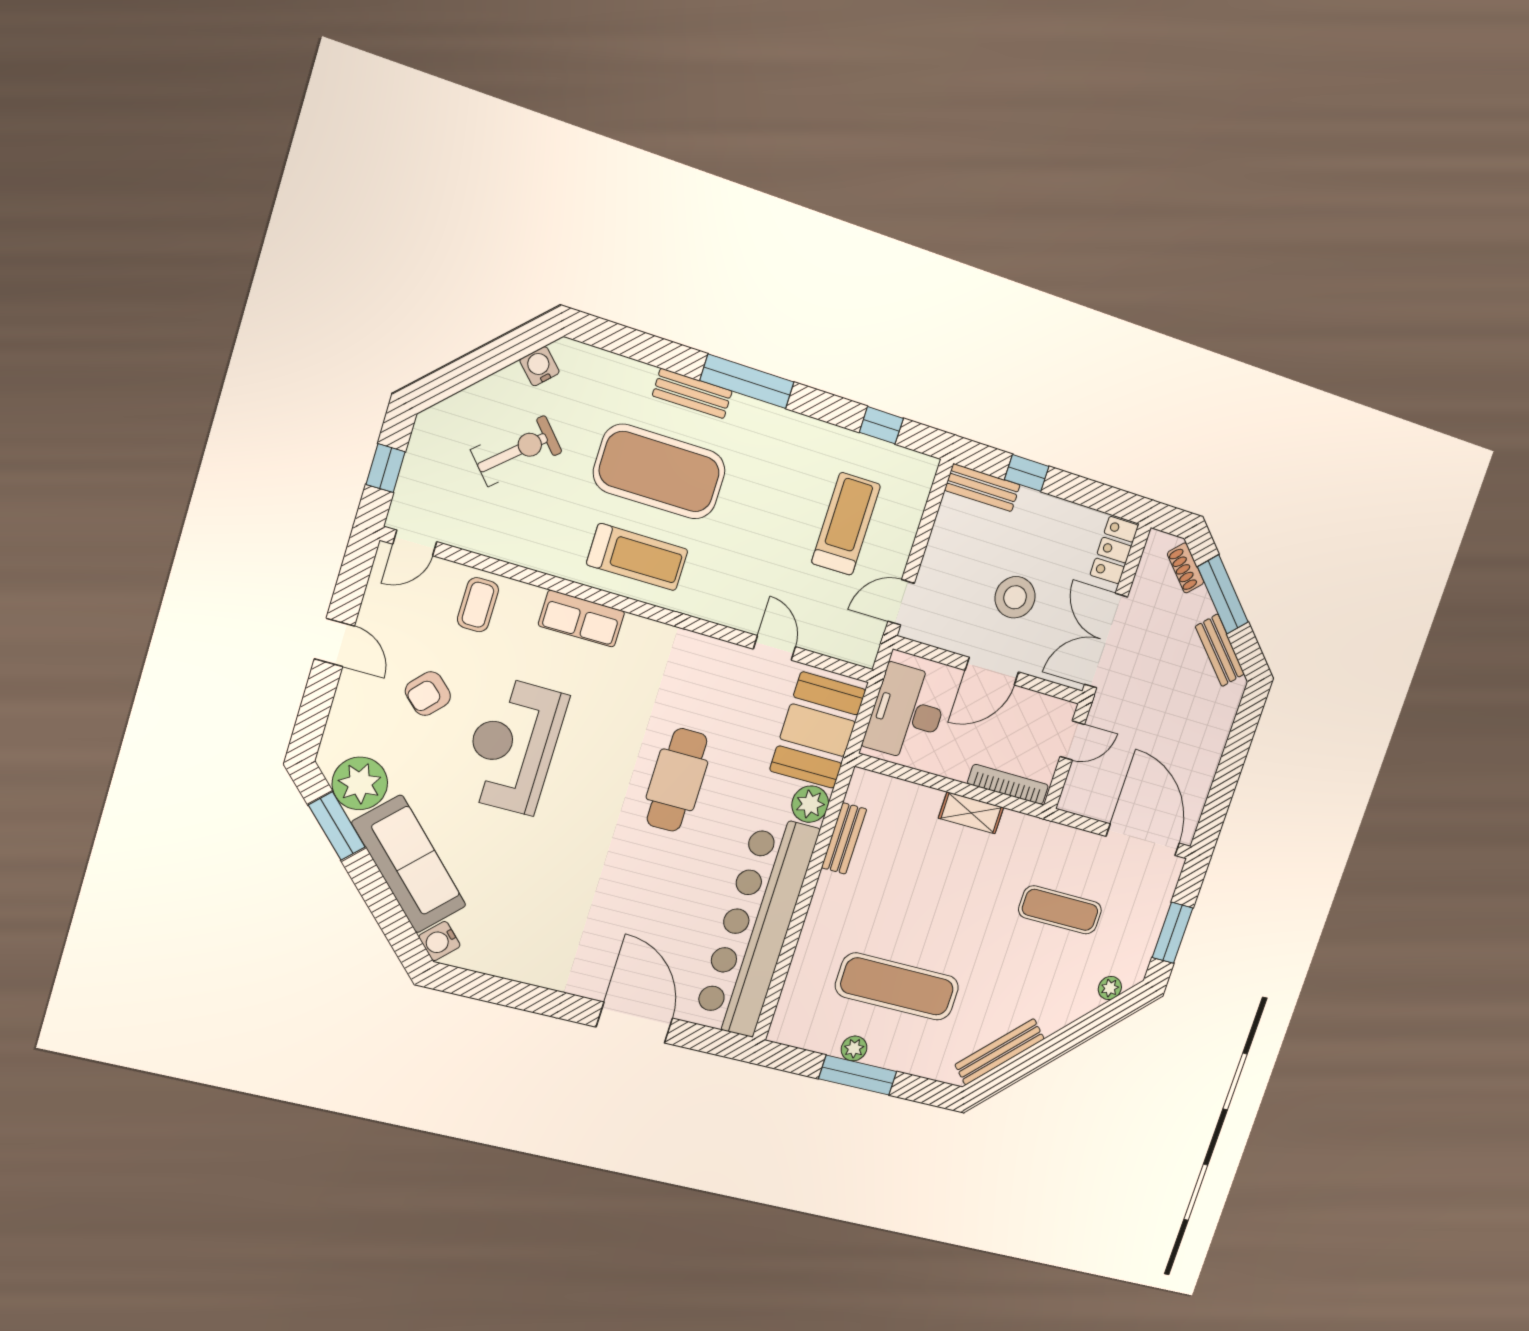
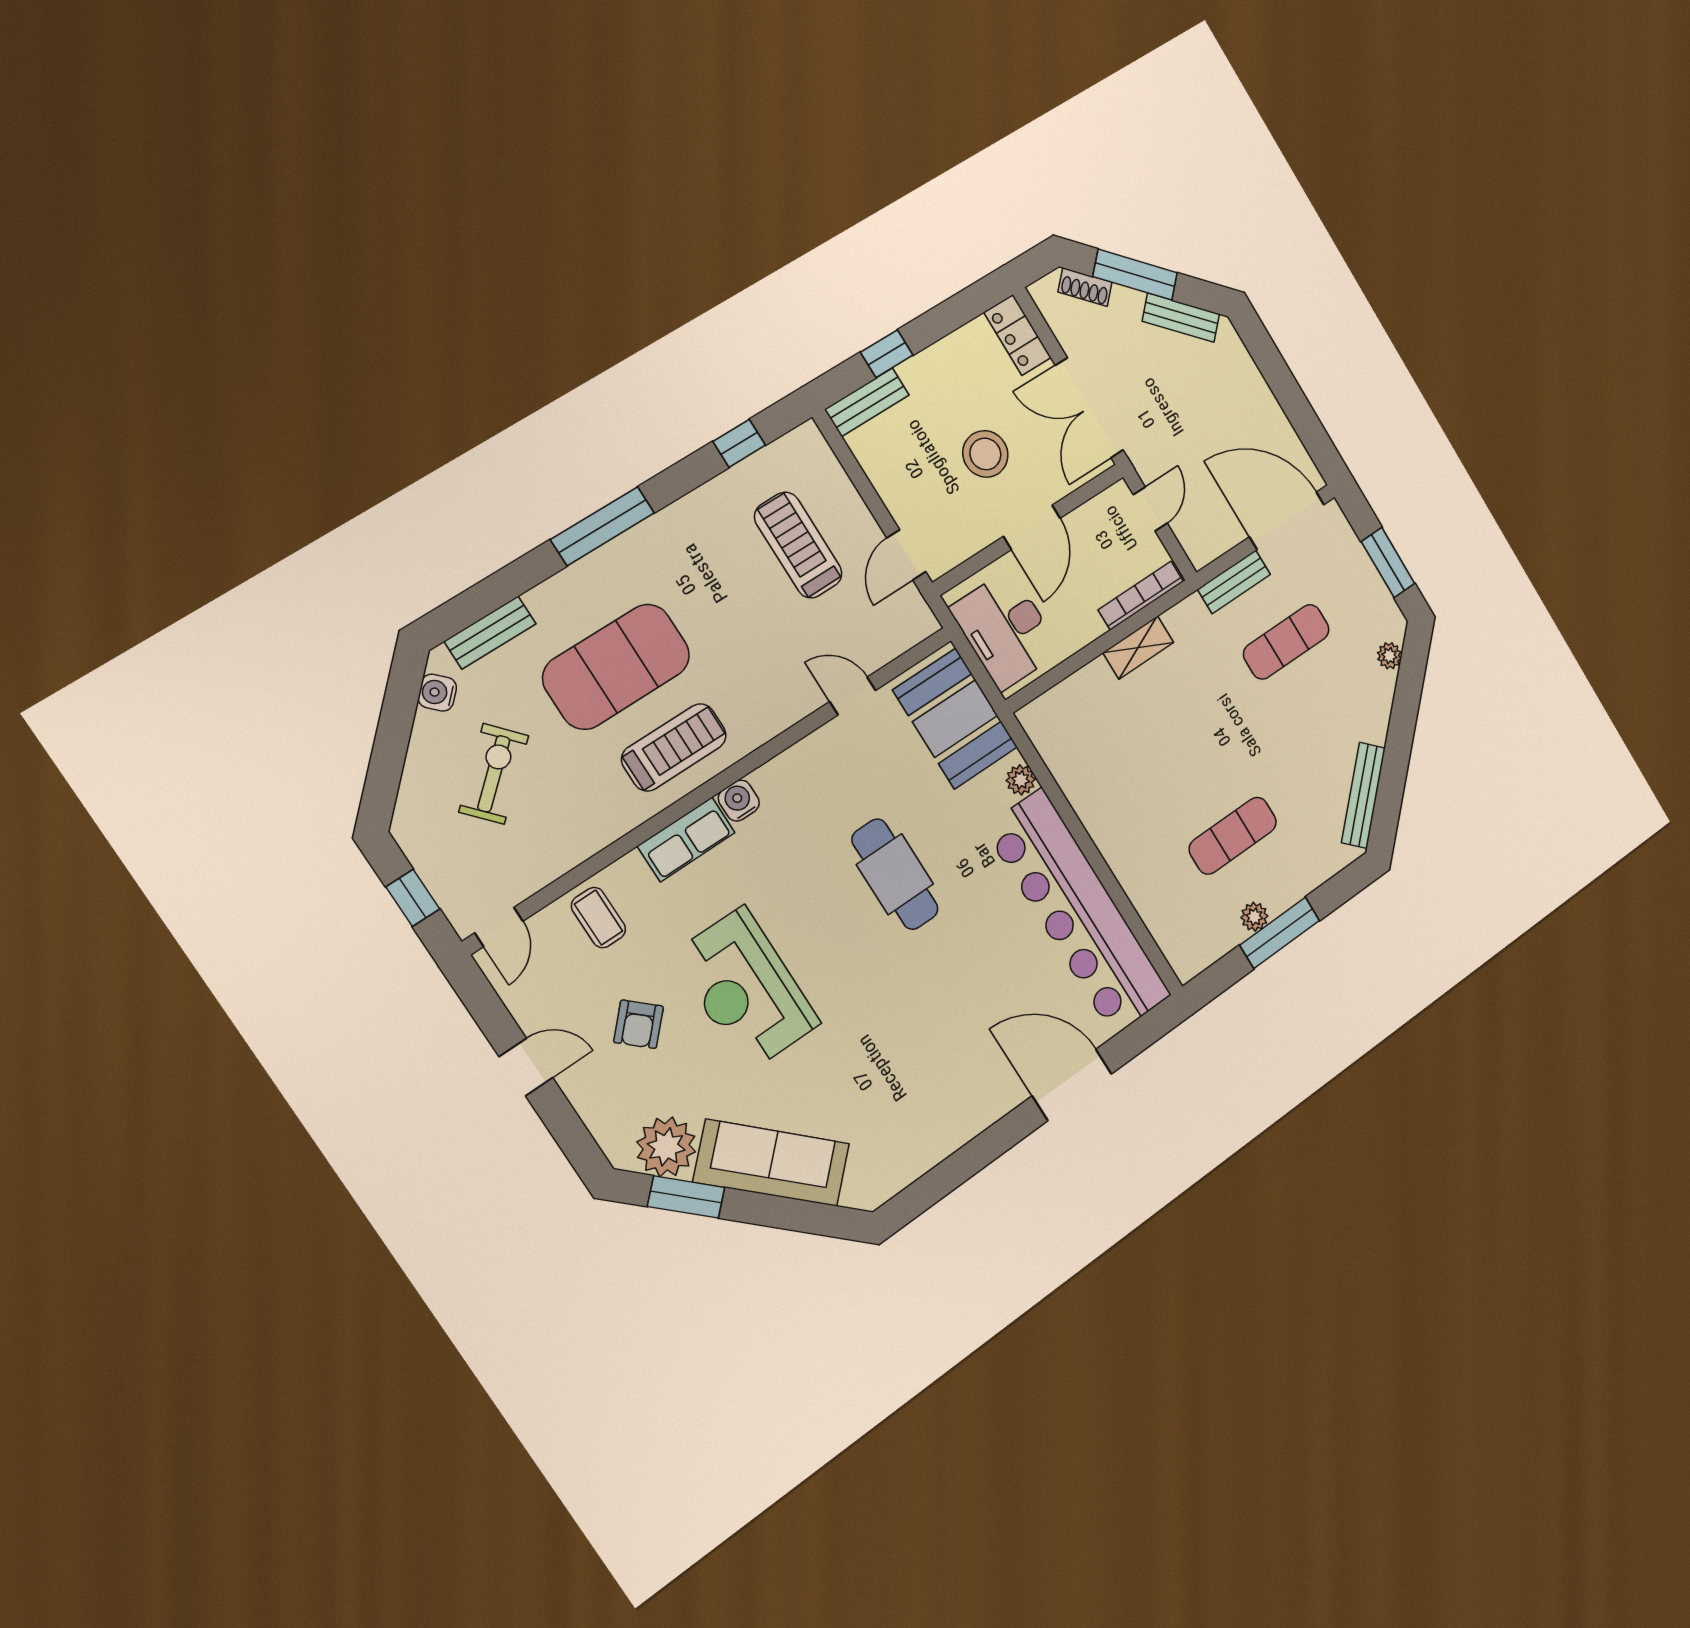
bench: (692, 393) -> (490, 633), moved
plant: (810, 804) -> (1021, 780), width x0.73, depth x0.73
bench: (844, 838) -> (1234, 582), moved, turned 90
water cooler: (439, 941) -> (739, 801), moved, turned 135
exercise mat: (897, 987) -> (1233, 836), width x0.73, depth x0.69

